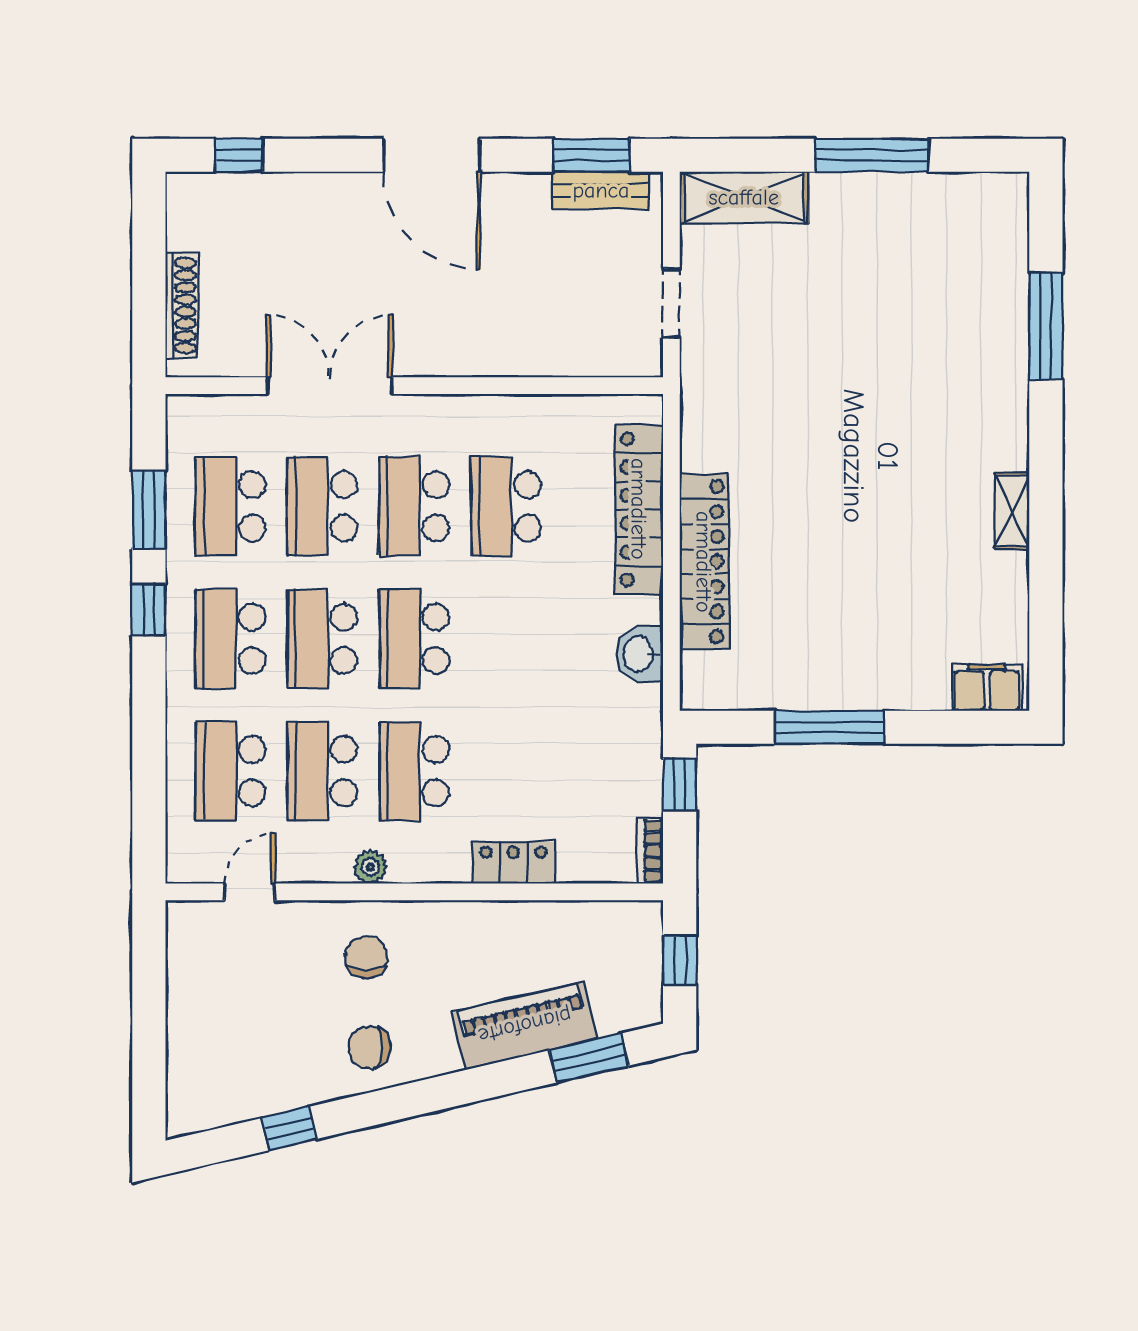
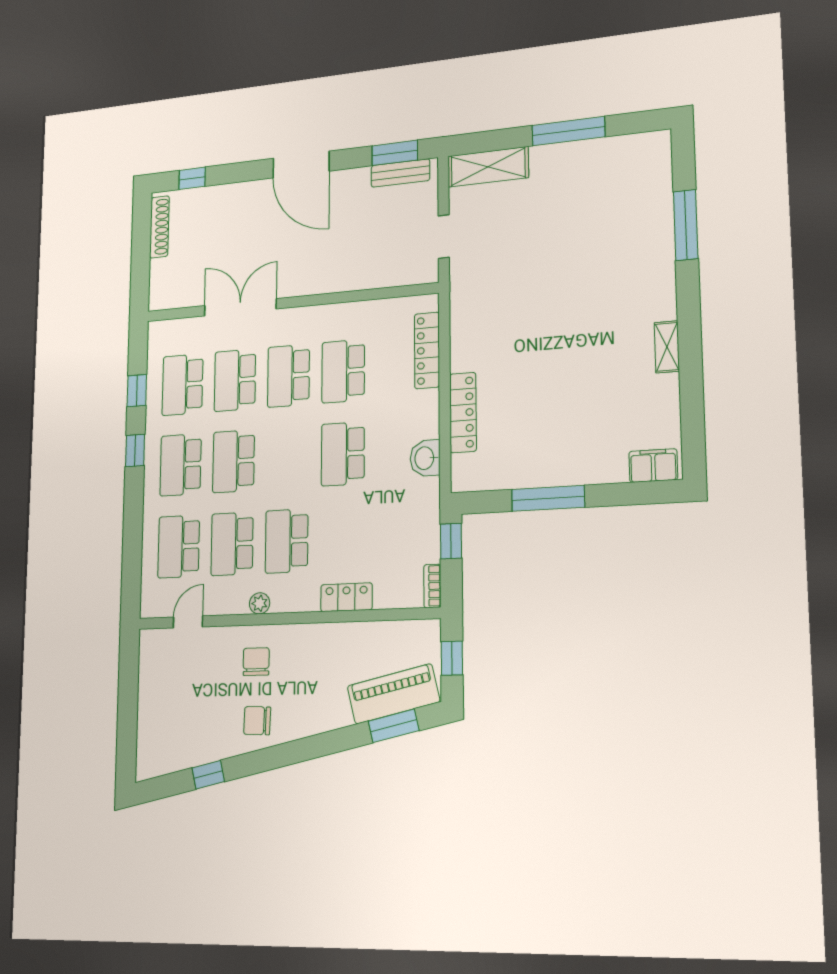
shoe rack: (182, 306) -> (159, 227), moved
locker: (639, 509) -> (427, 350), width x0.71, depth x0.83
window: (149, 510) -> (137, 391), width x0.67
locker: (704, 562) -> (463, 412), width x0.71, depth x0.83
school desk: (414, 639) -> (343, 454), moved
piano: (525, 1026) -> (393, 694), moved

